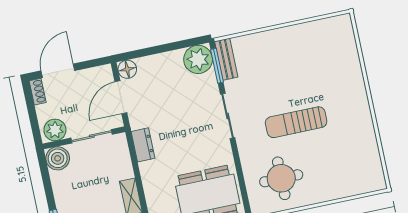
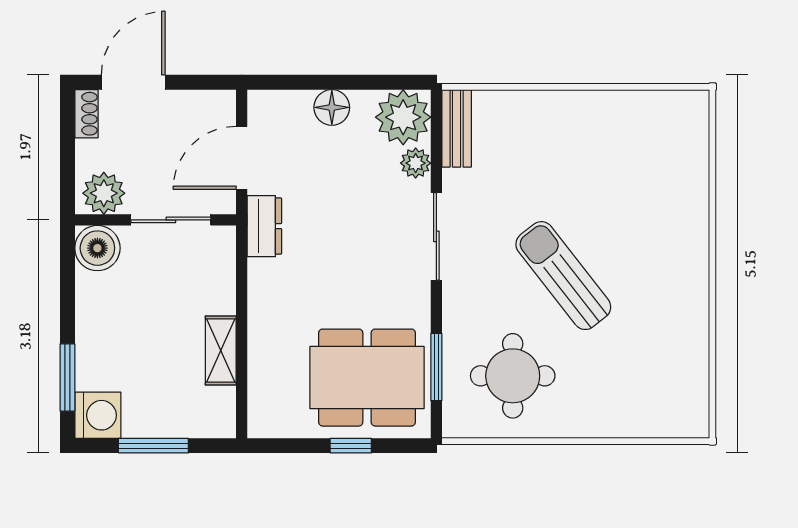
window: (217, 66) -> (436, 367), moved
floor lamp: (127, 69) -> (332, 107), moved
plant: (209, 81) -> (416, 163), added
sun lounger: (296, 122) -> (563, 276), turned 52
dresser: (143, 145) -> (264, 226), moved

